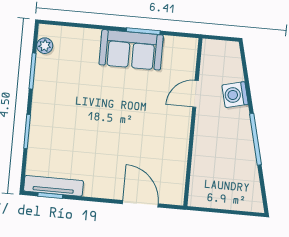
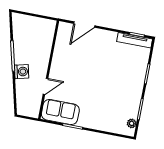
sofa: (131, 50) -> (60, 112), moved
washing machine: (235, 95) -> (22, 72), moved
door: (140, 204) -> (84, 25), hinge flipped

